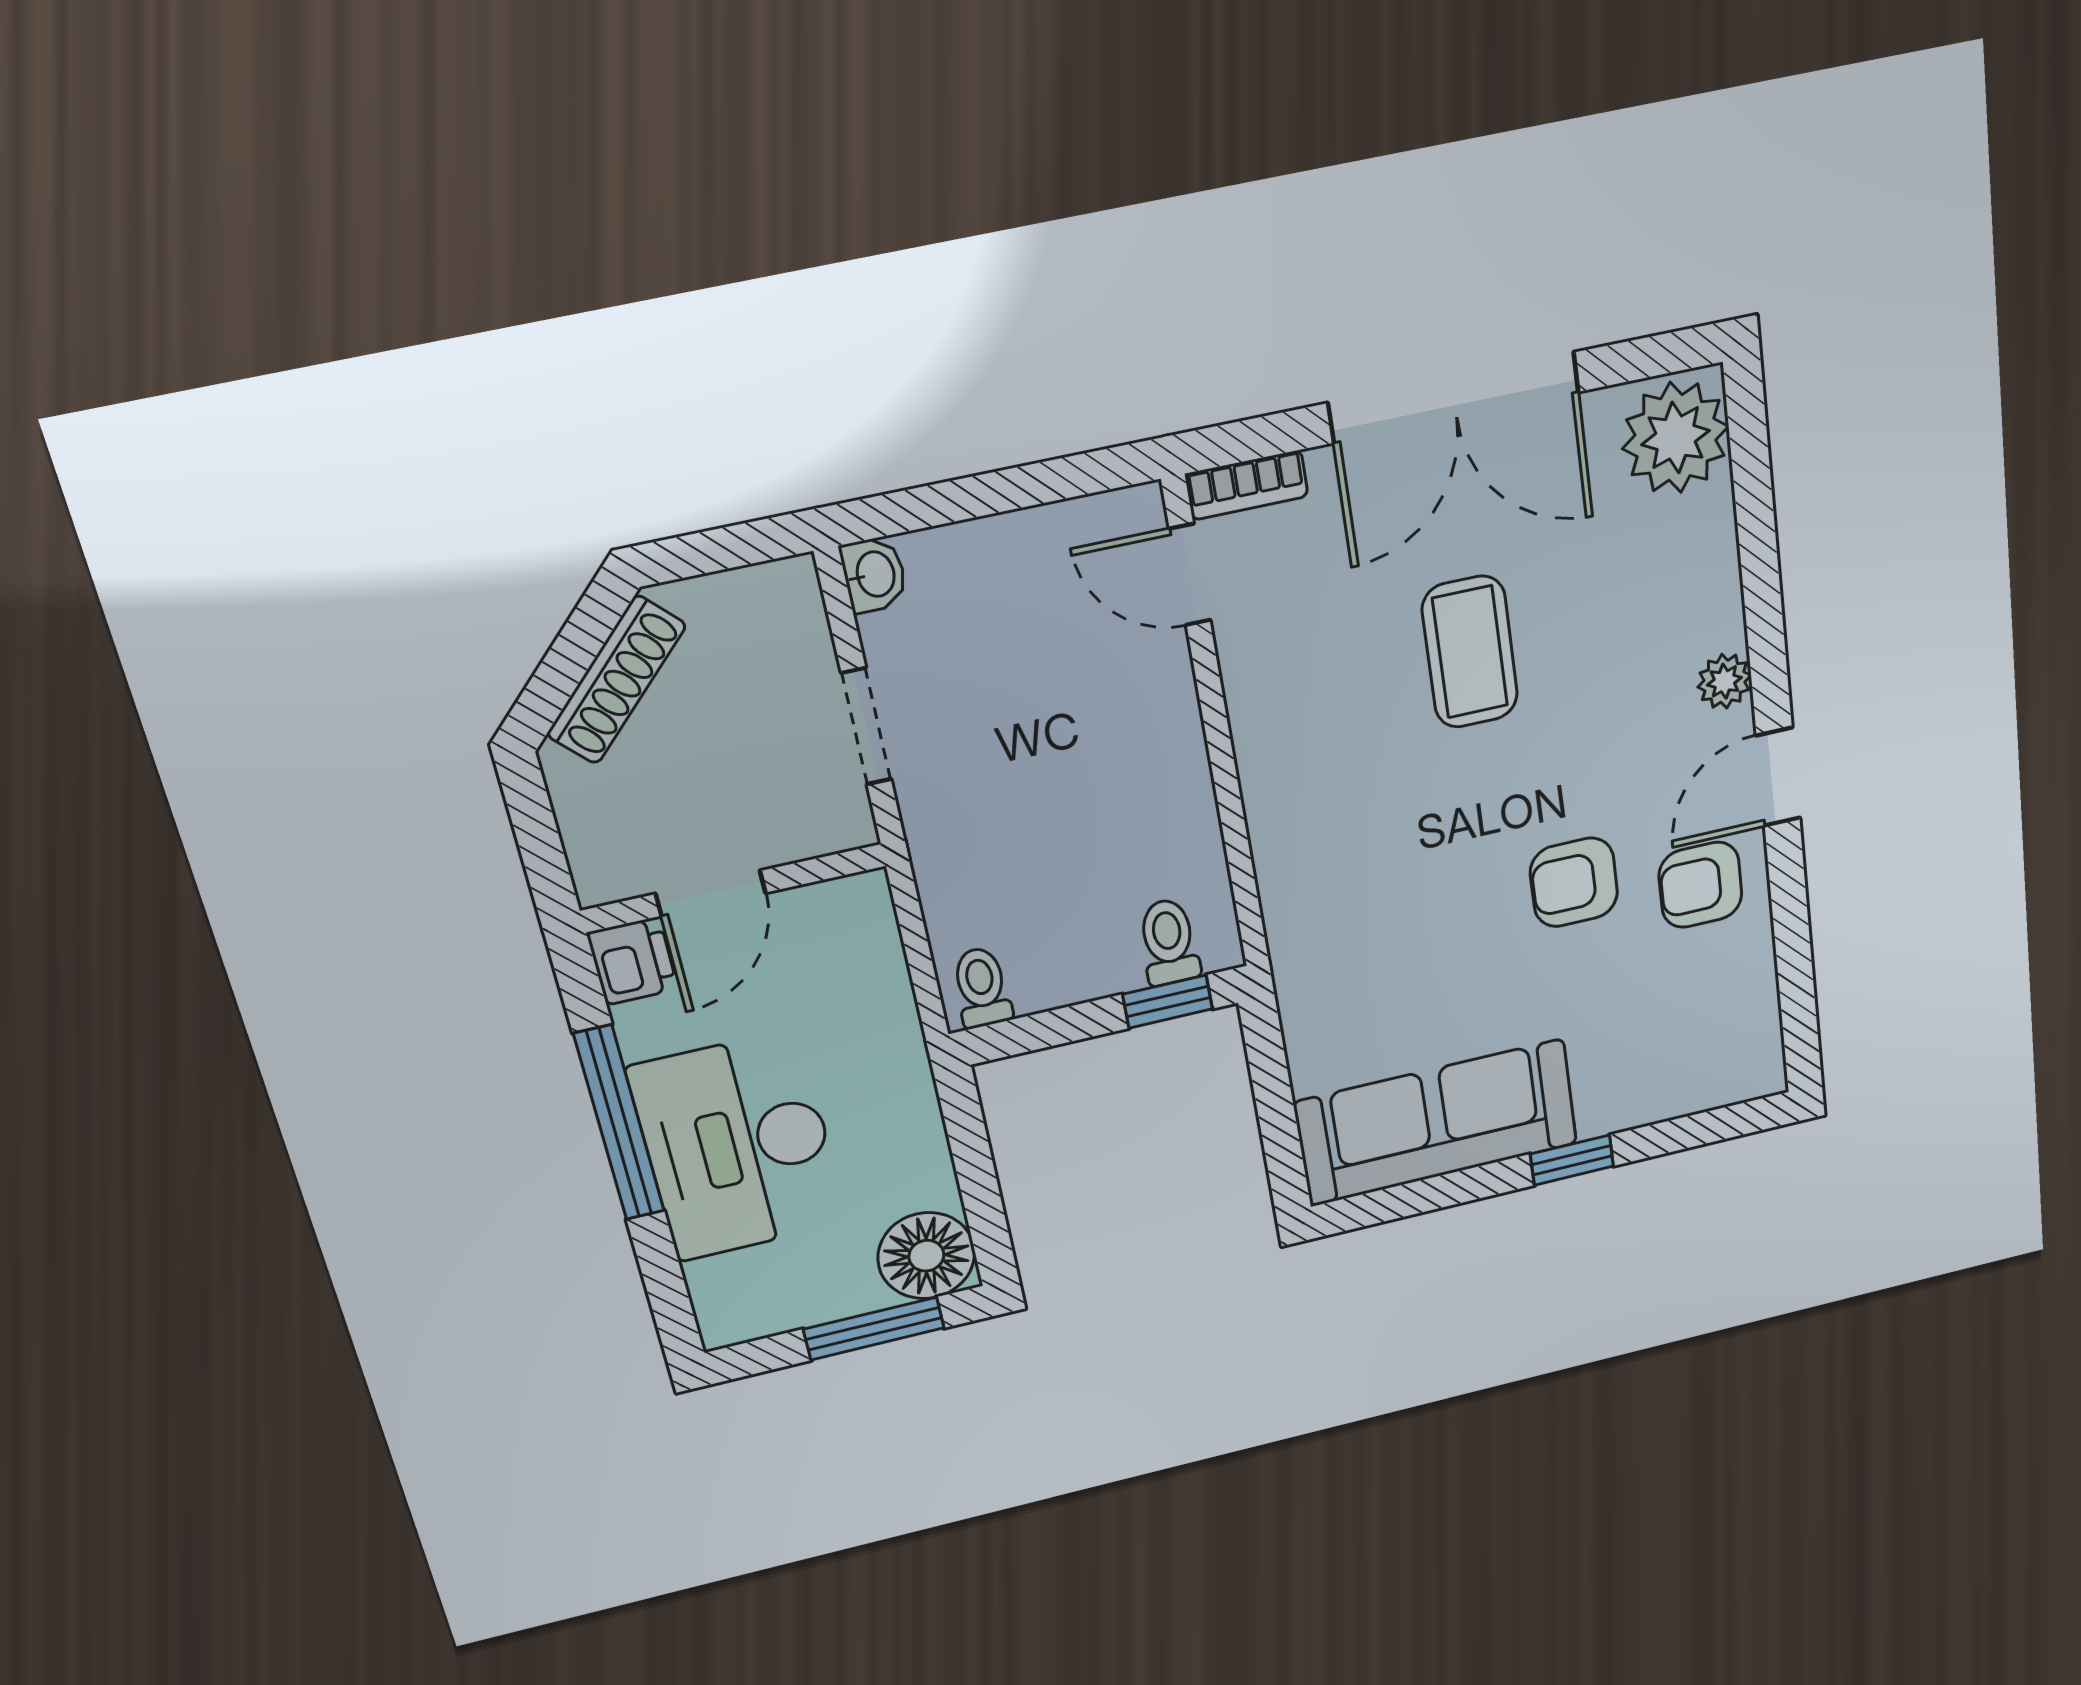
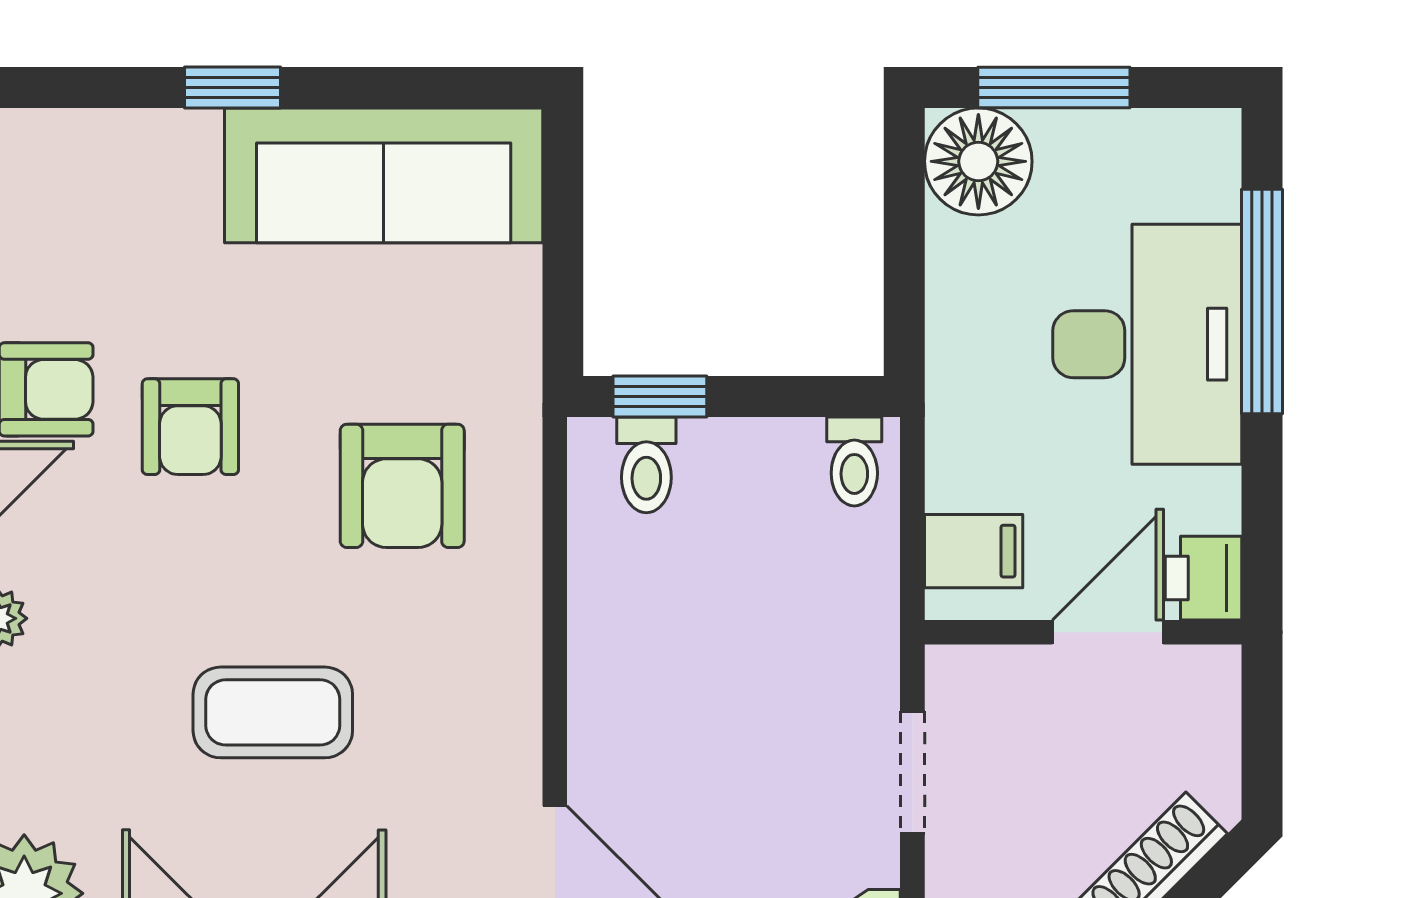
coffee table: (1470, 652) -> (273, 712), turned 90
armchair: (1383, 875) -> (402, 486), added
armchair: (1574, 882) -> (190, 427), turned 90
filing cabinet: (854, 936) -> (974, 551), added
window: (619, 1123) -> (1262, 302), moved

